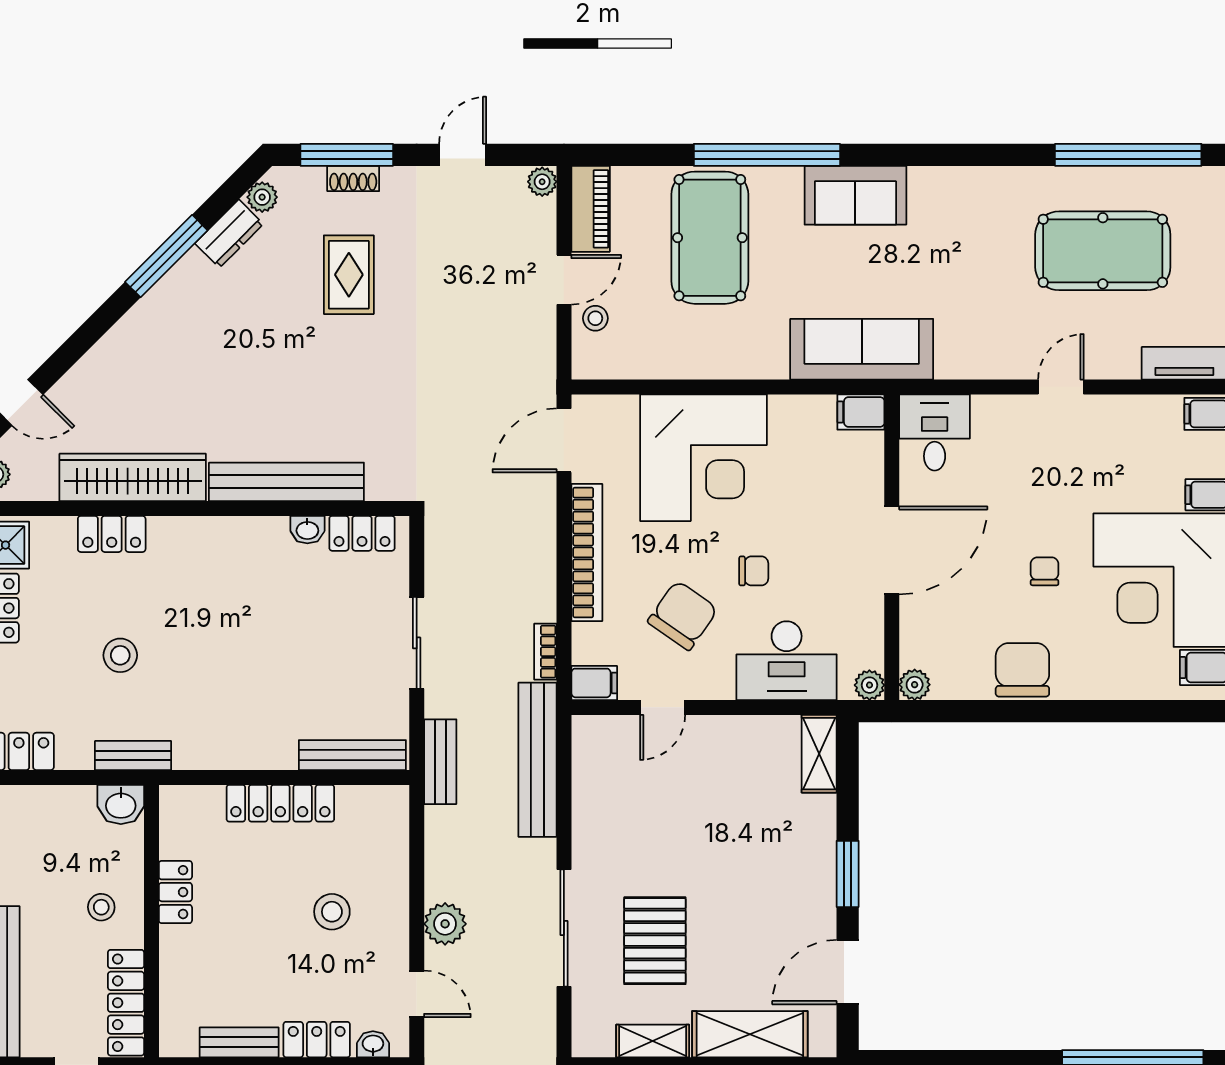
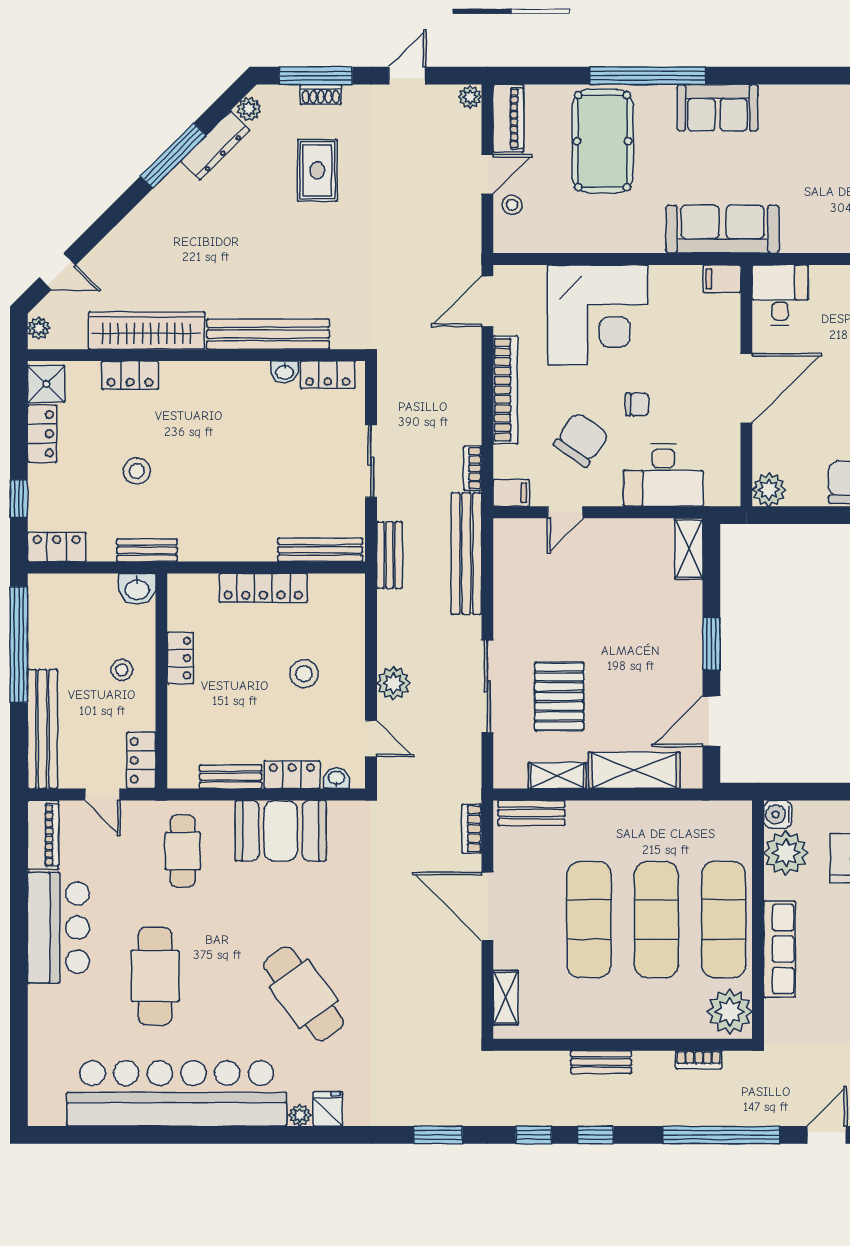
dresser: (229, 234) -> (215, 146), width x1.44
plant: (869, 685) -> (729, 495), removed
plant: (915, 685) -> (769, 490), width x1.38, depth x1.38
locker: (126, 1003) -> (141, 760), width x0.66

